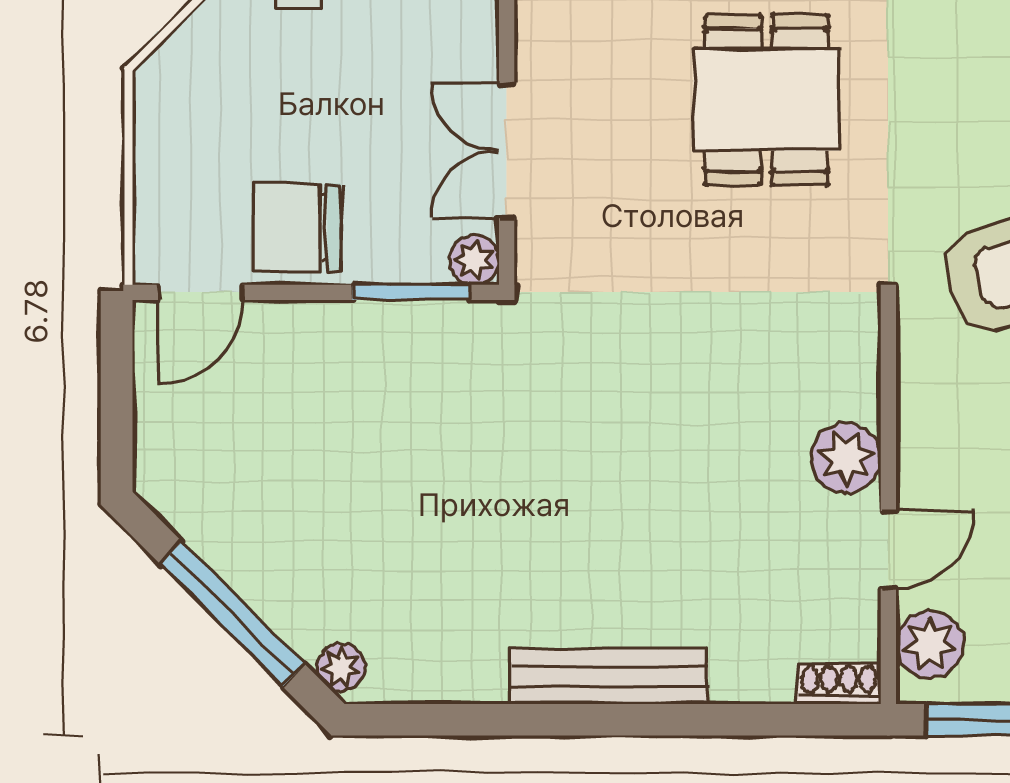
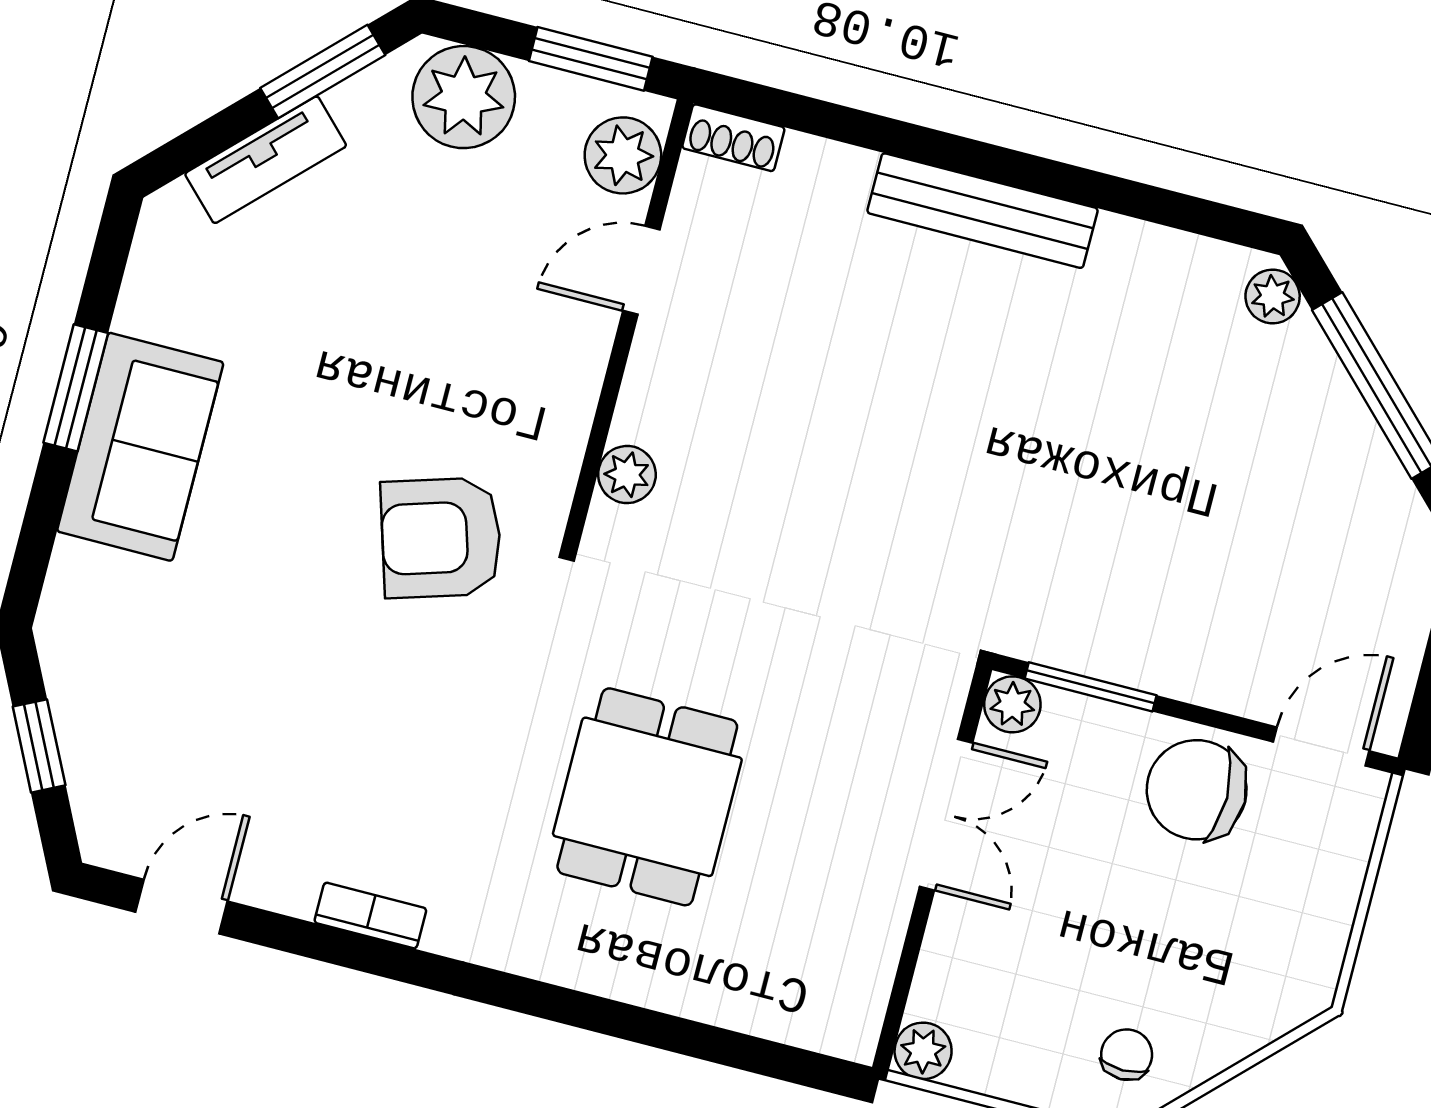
chair: (297, 228) -> (1197, 790), turned 180
plant: (846, 458) -> (627, 475), moved, width x0.73, depth x0.73

